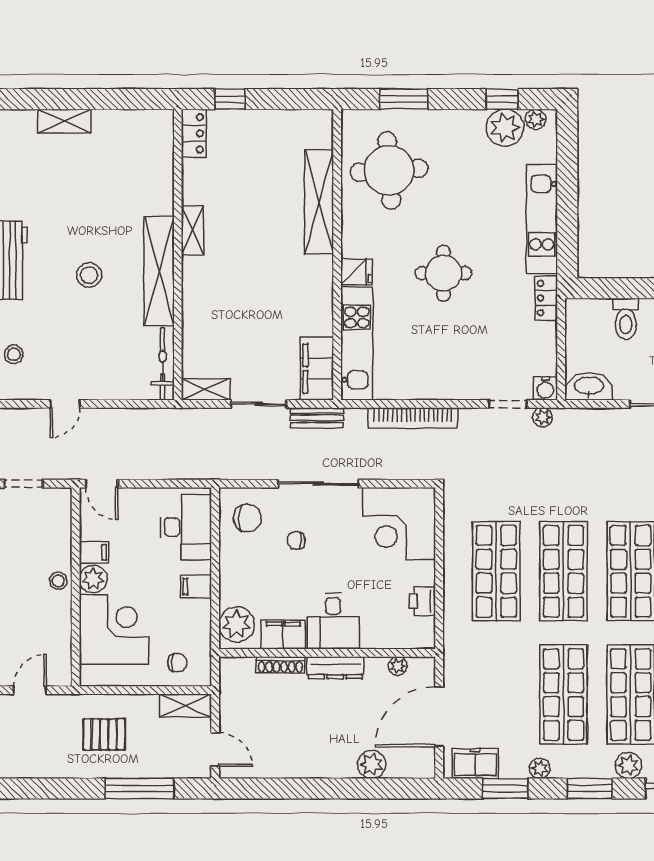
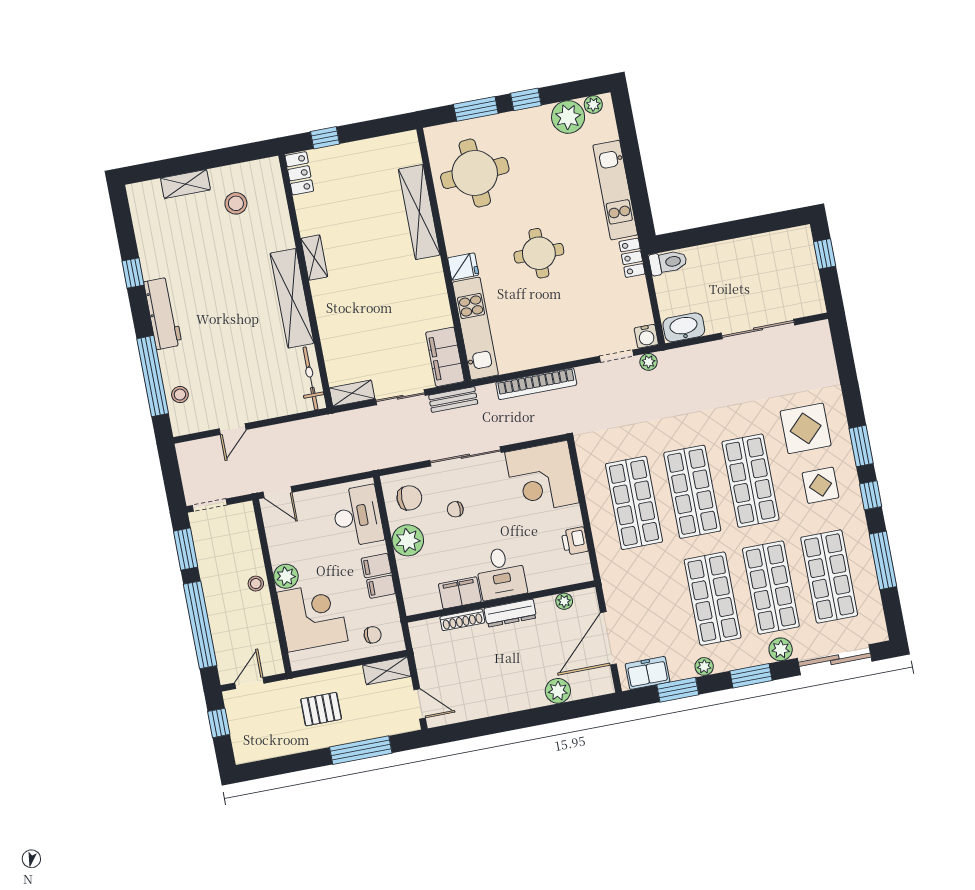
window: (502, 99) -> (526, 99), moved
stool: (89, 275) -> (236, 203), moved
toilet: (626, 319) -> (668, 262), moved, turned -90
filing cabinet: (94, 552) -> (381, 587), moved, turned 180
plant: (237, 624) -> (408, 540), moved

